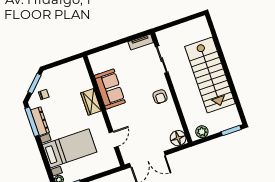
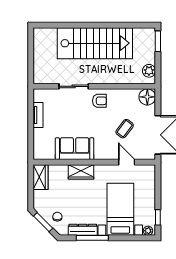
tv unit: (141, 42) -> (38, 115), moved
sliding door: (162, 60) -> (74, 86), moved
wardrobe: (74, 67) -> (41, 177), added
window: (32, 122) -> (92, 238), moved
coffee table: (143, 128) -> (125, 129), added

